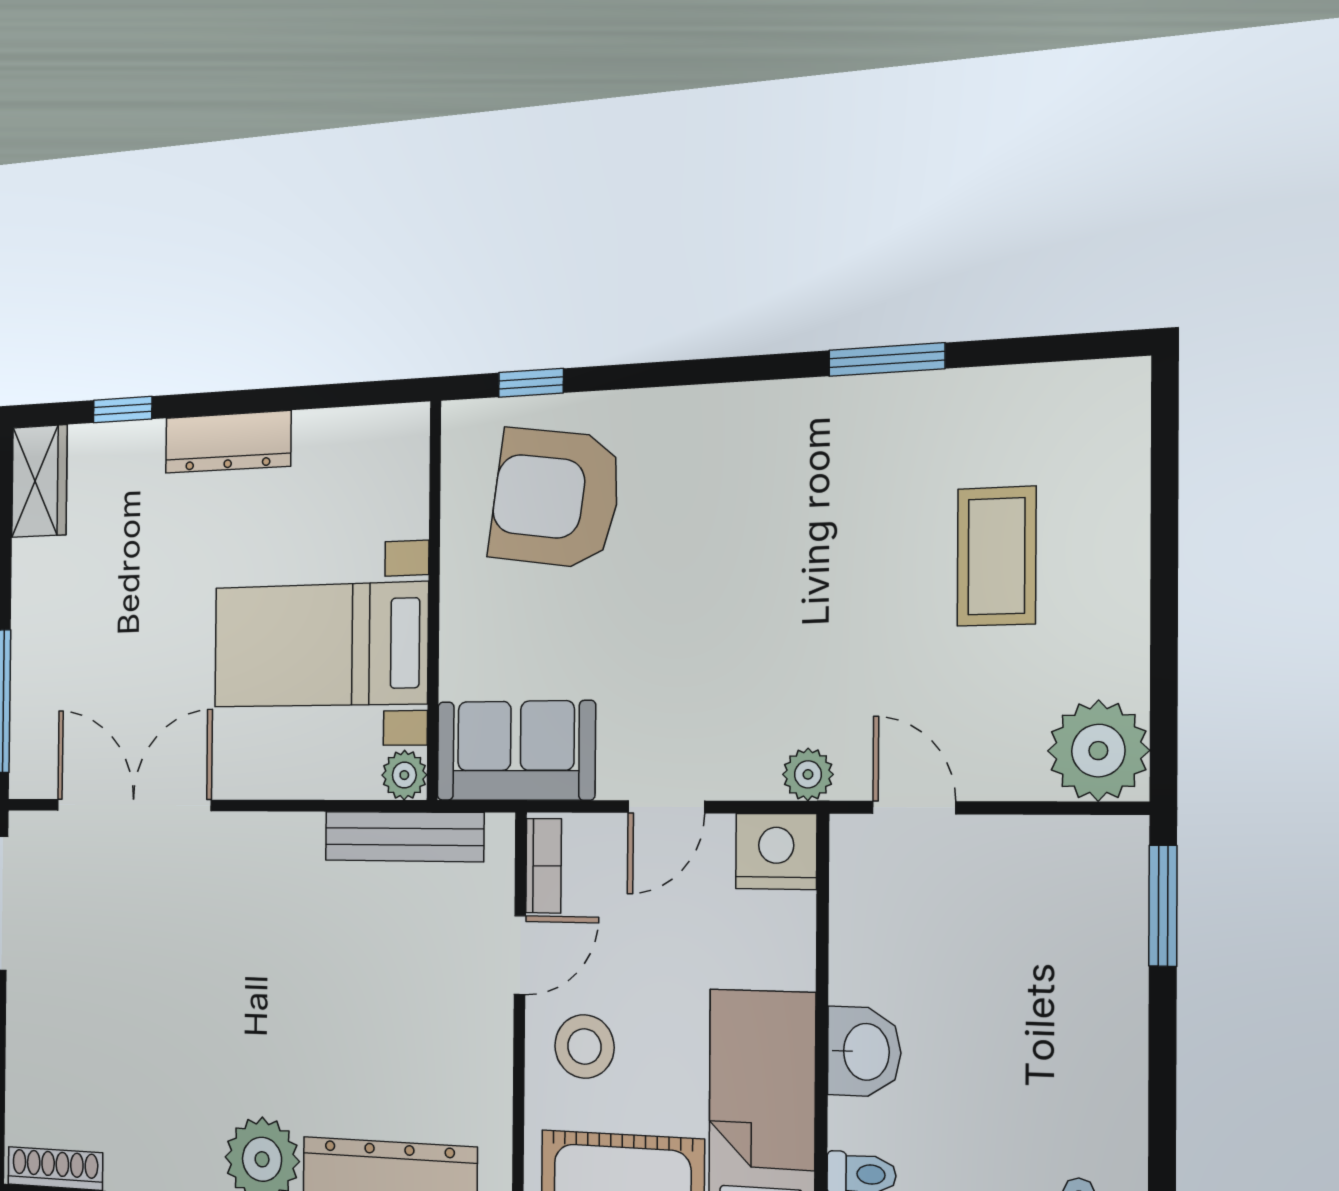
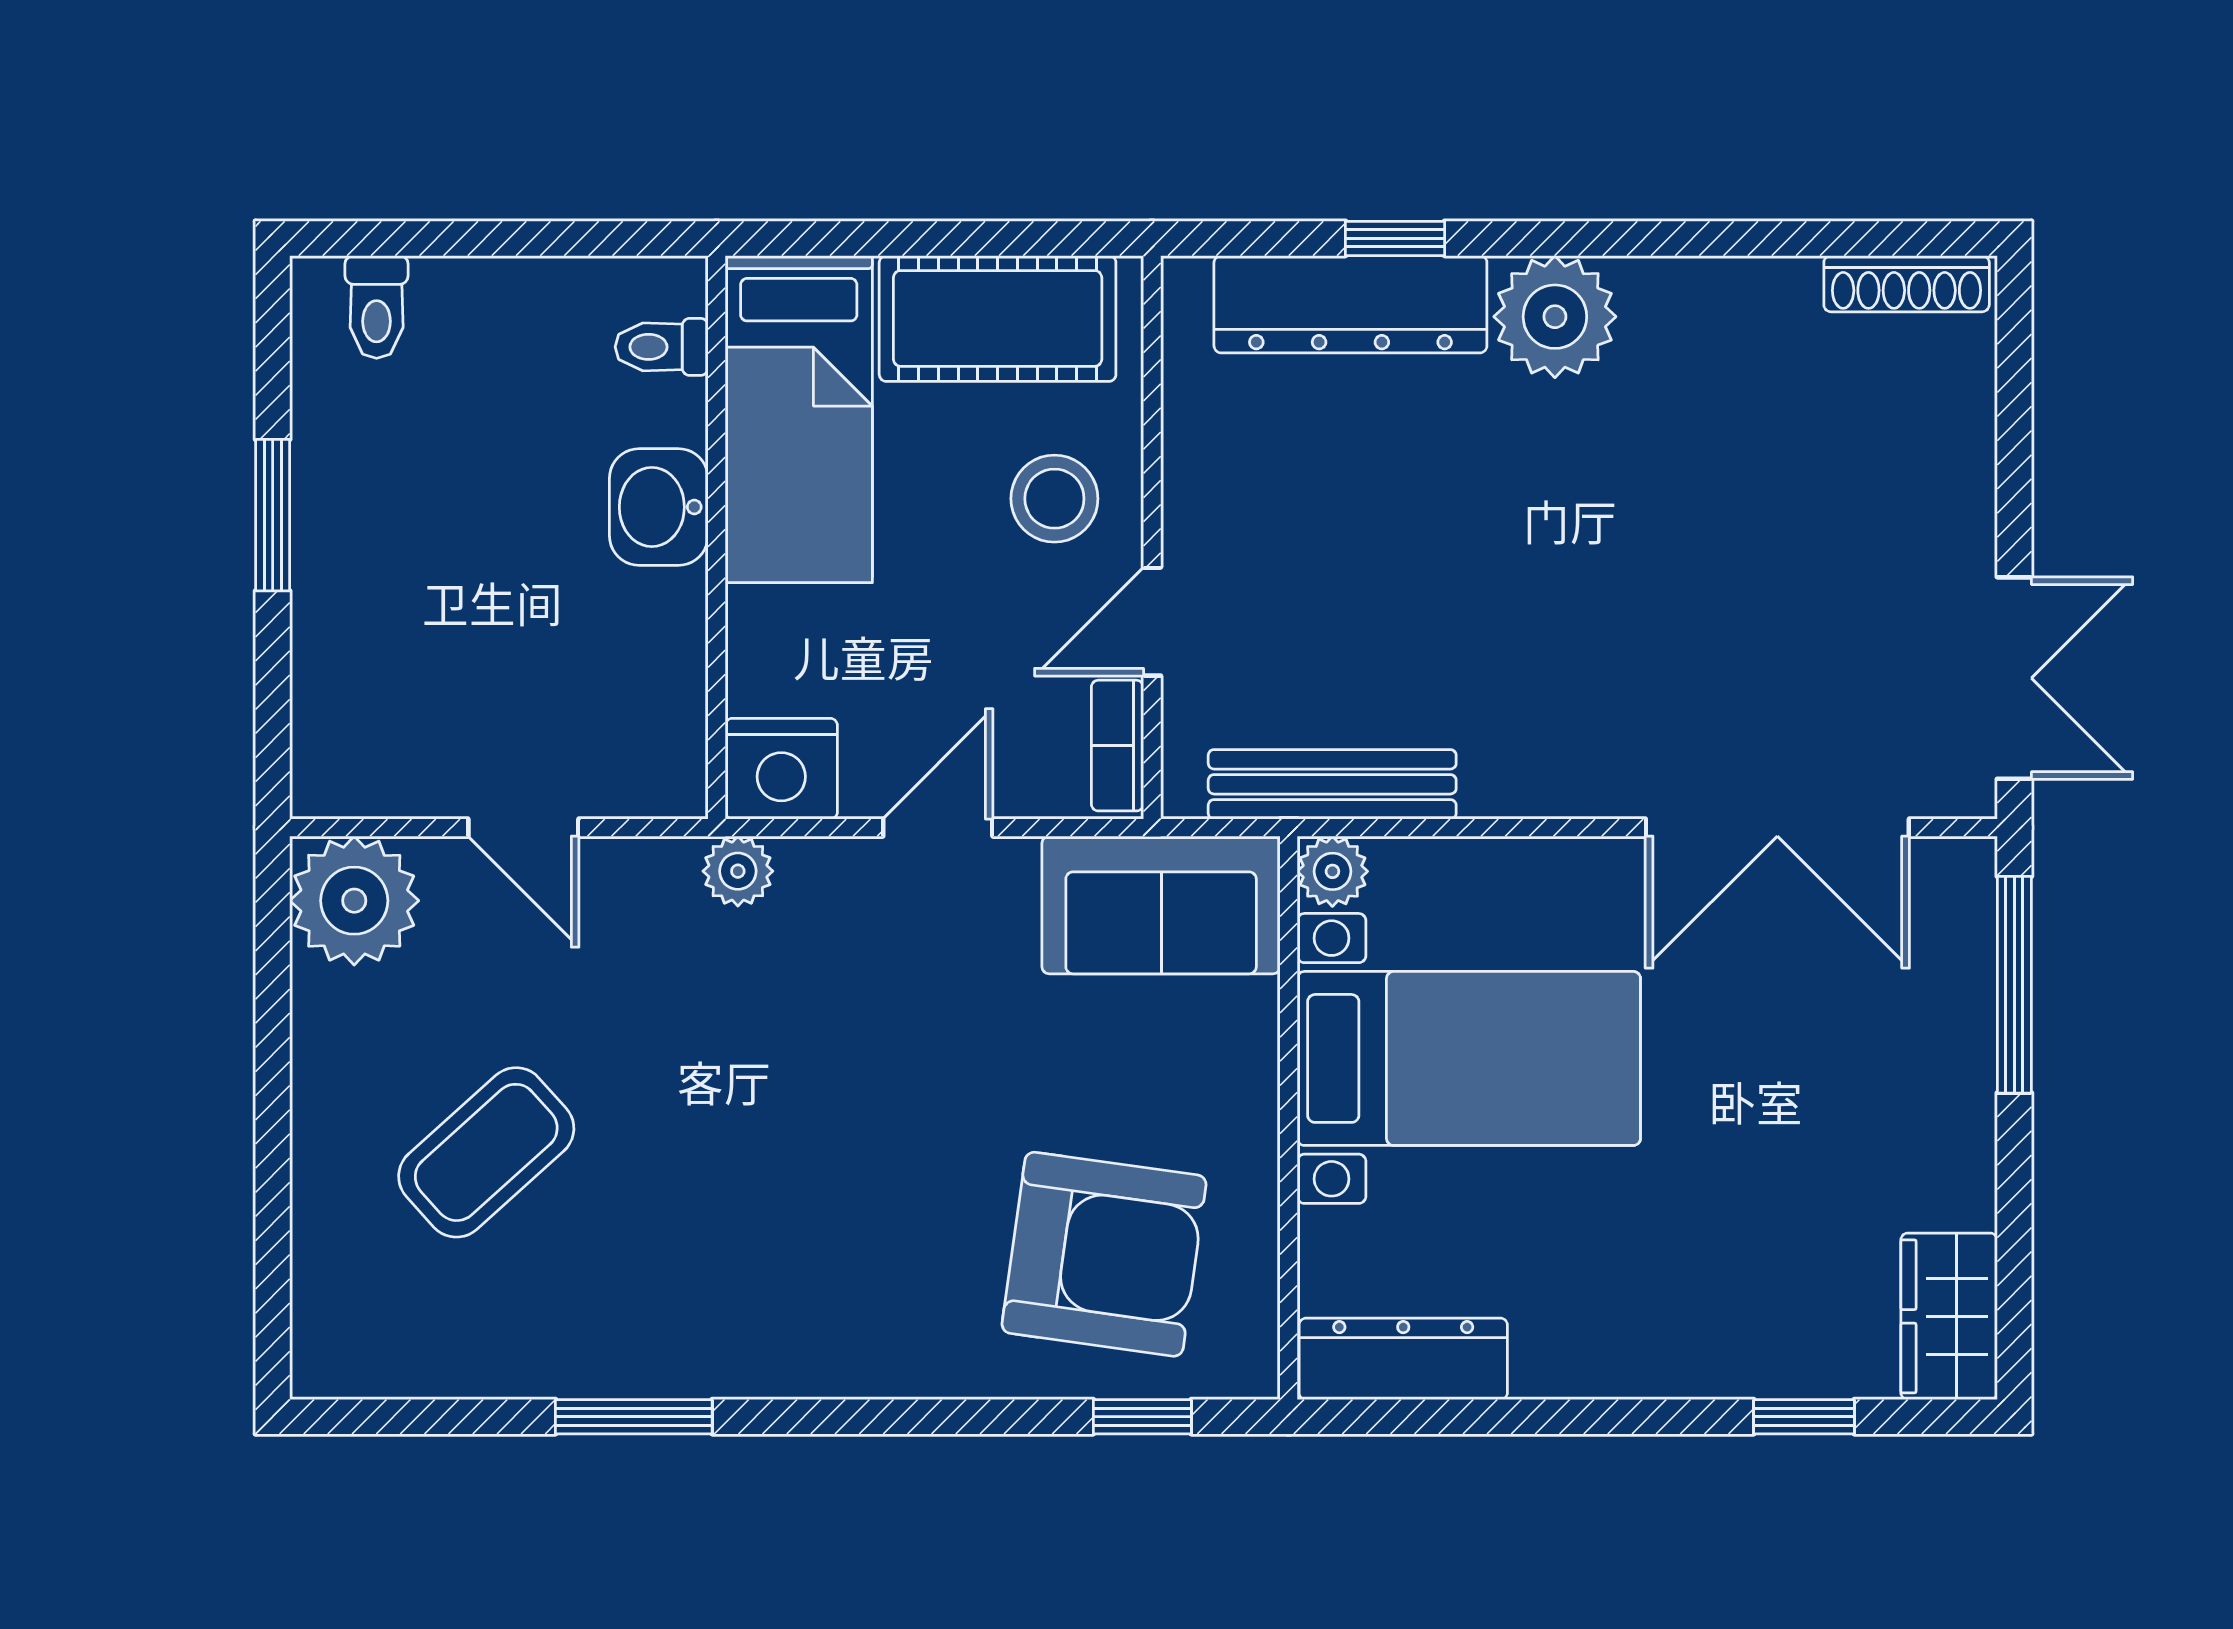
dresser: (228, 442) -> (1403, 1359), moved
coffee table: (997, 556) -> (486, 1152), turned 48
door: (914, 808) -> (523, 828), moved
window: (1163, 906) -> (273, 515), moved

